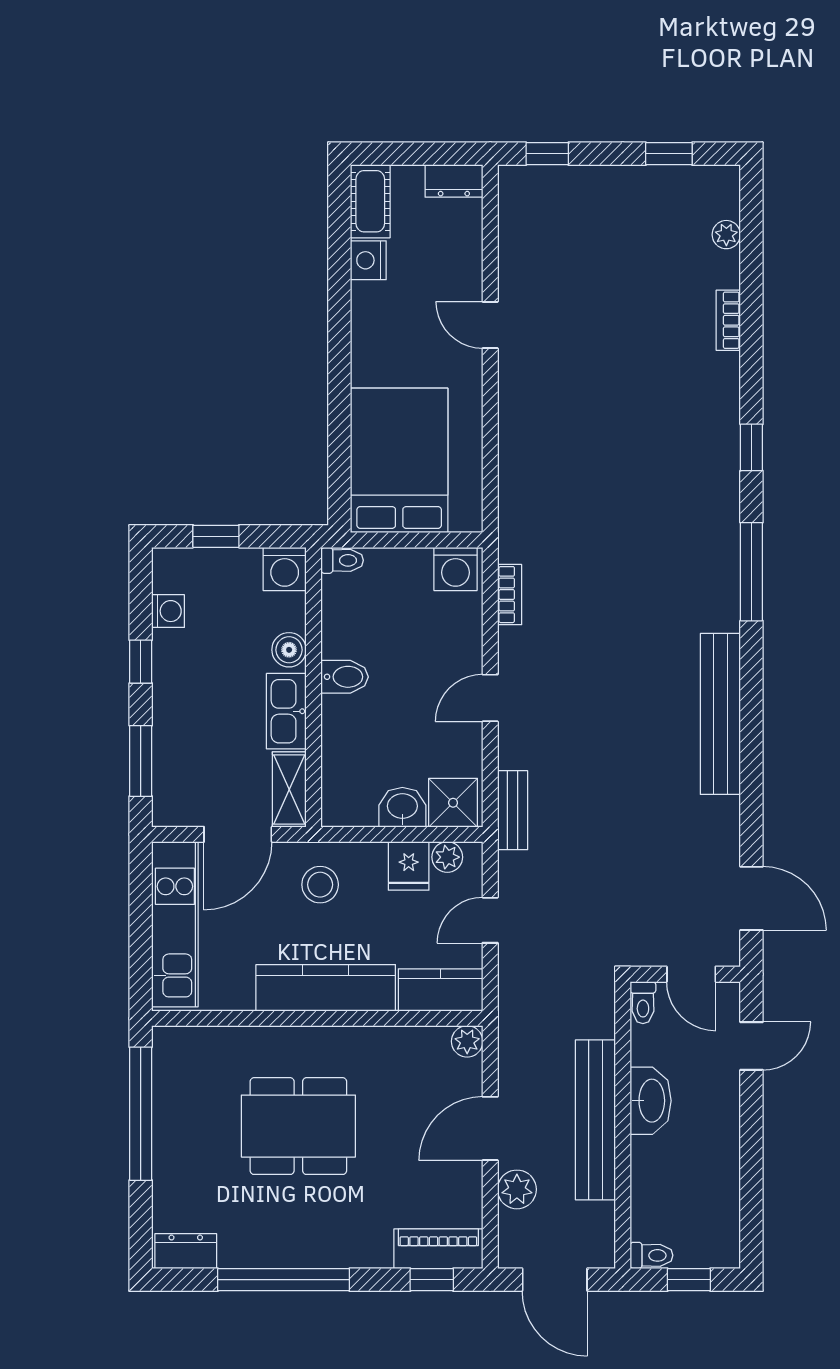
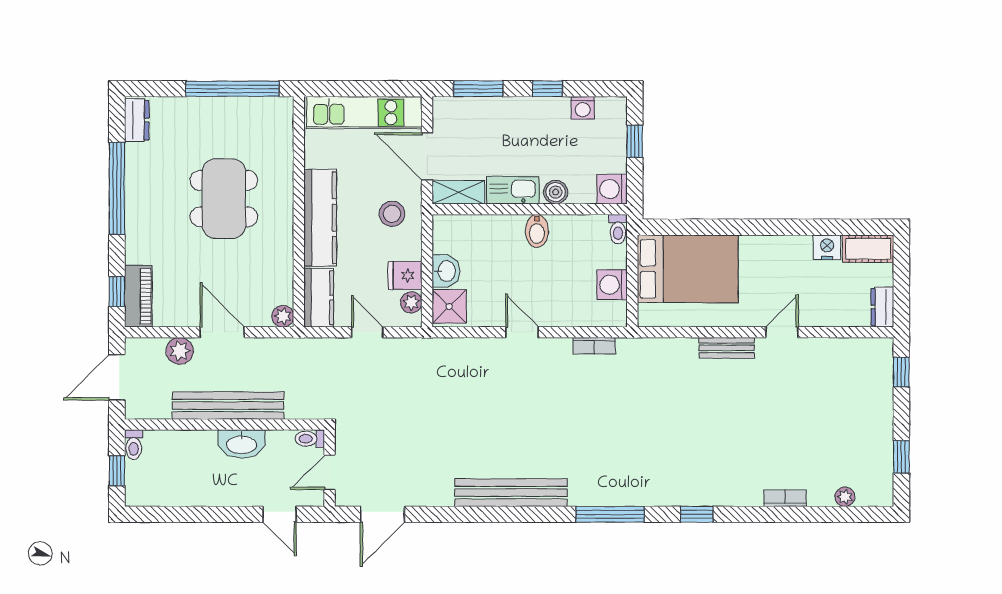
washing machine: (455, 569) -> (612, 285), moved
bench: (513, 810) -> (727, 348), moved

